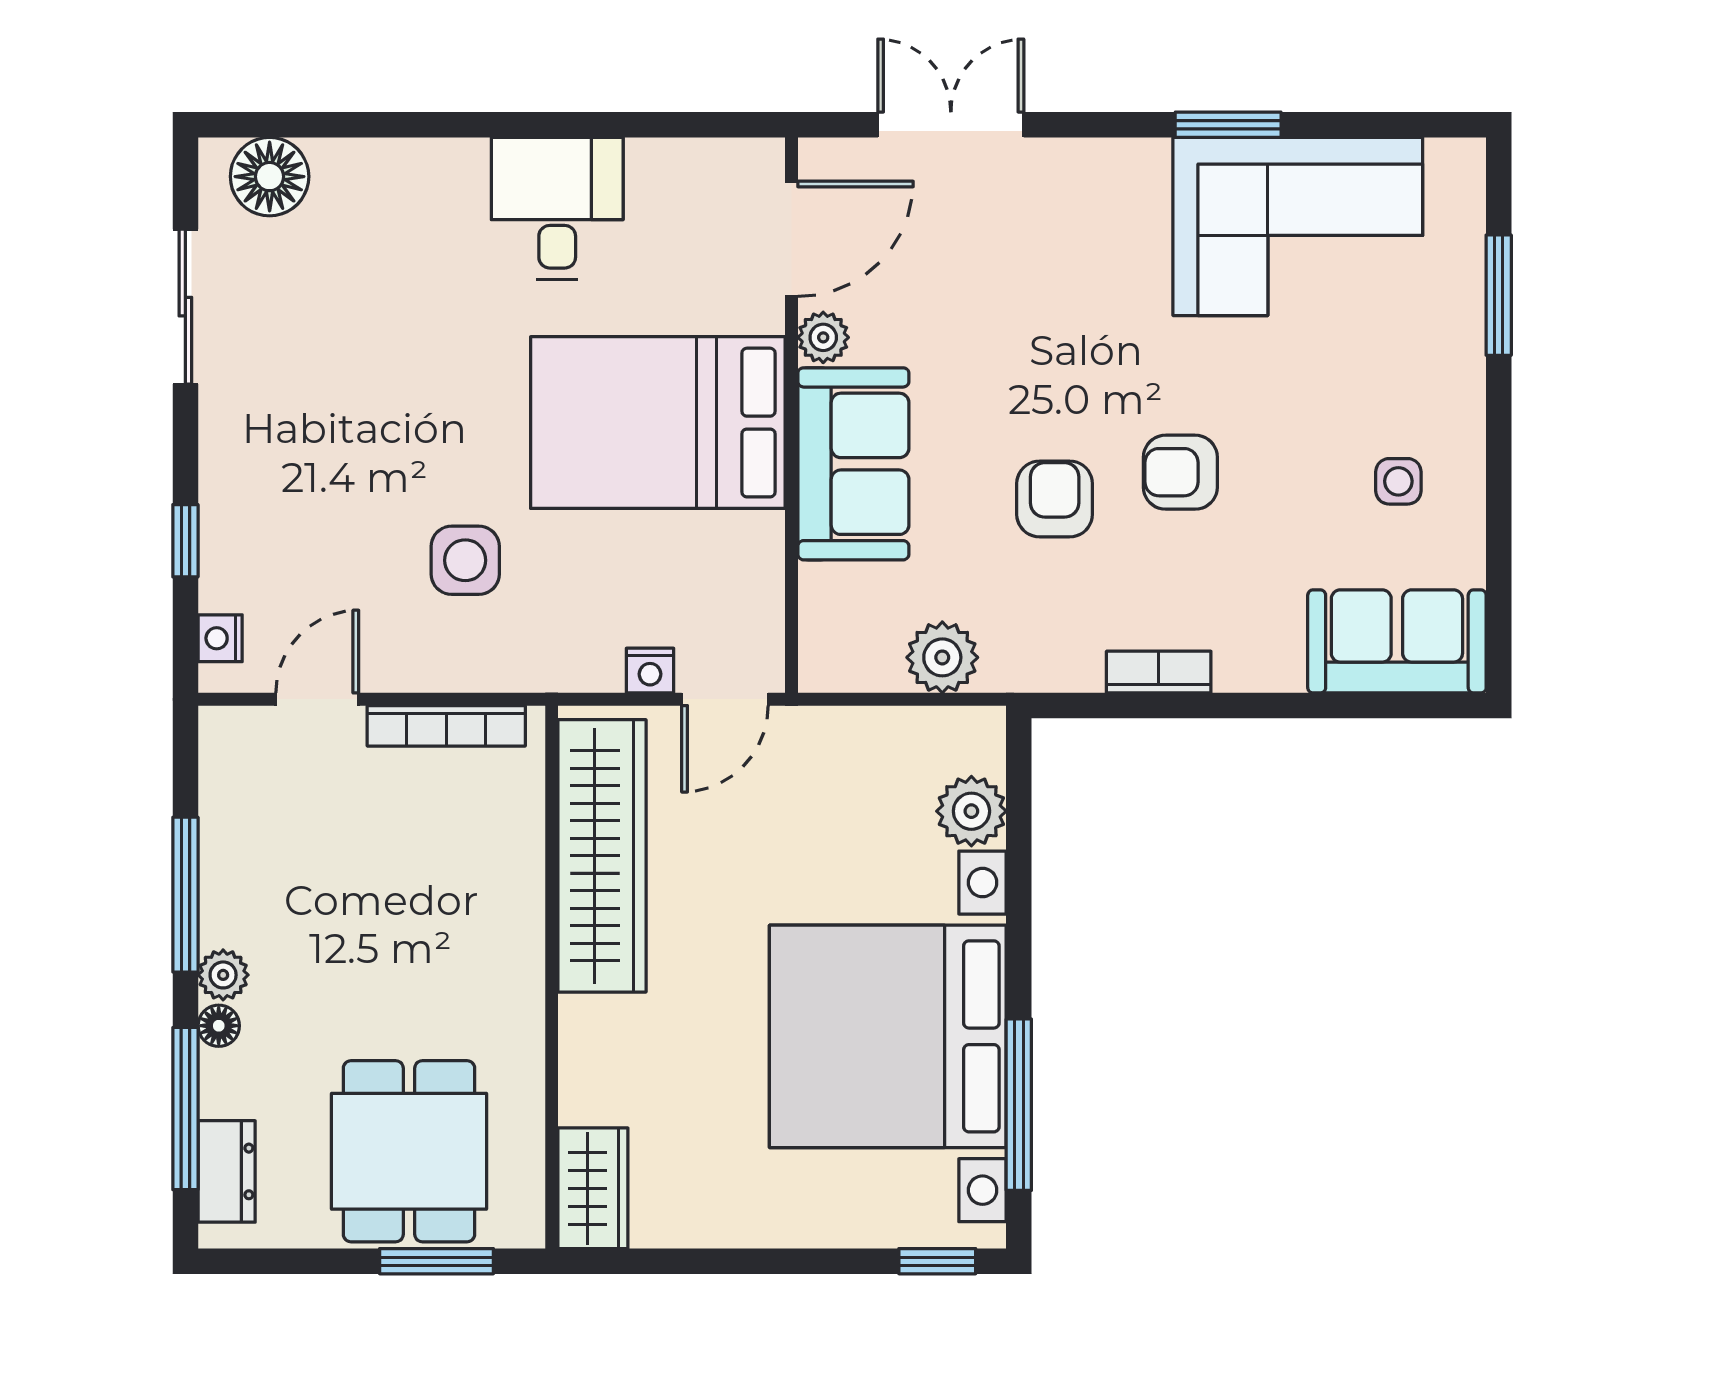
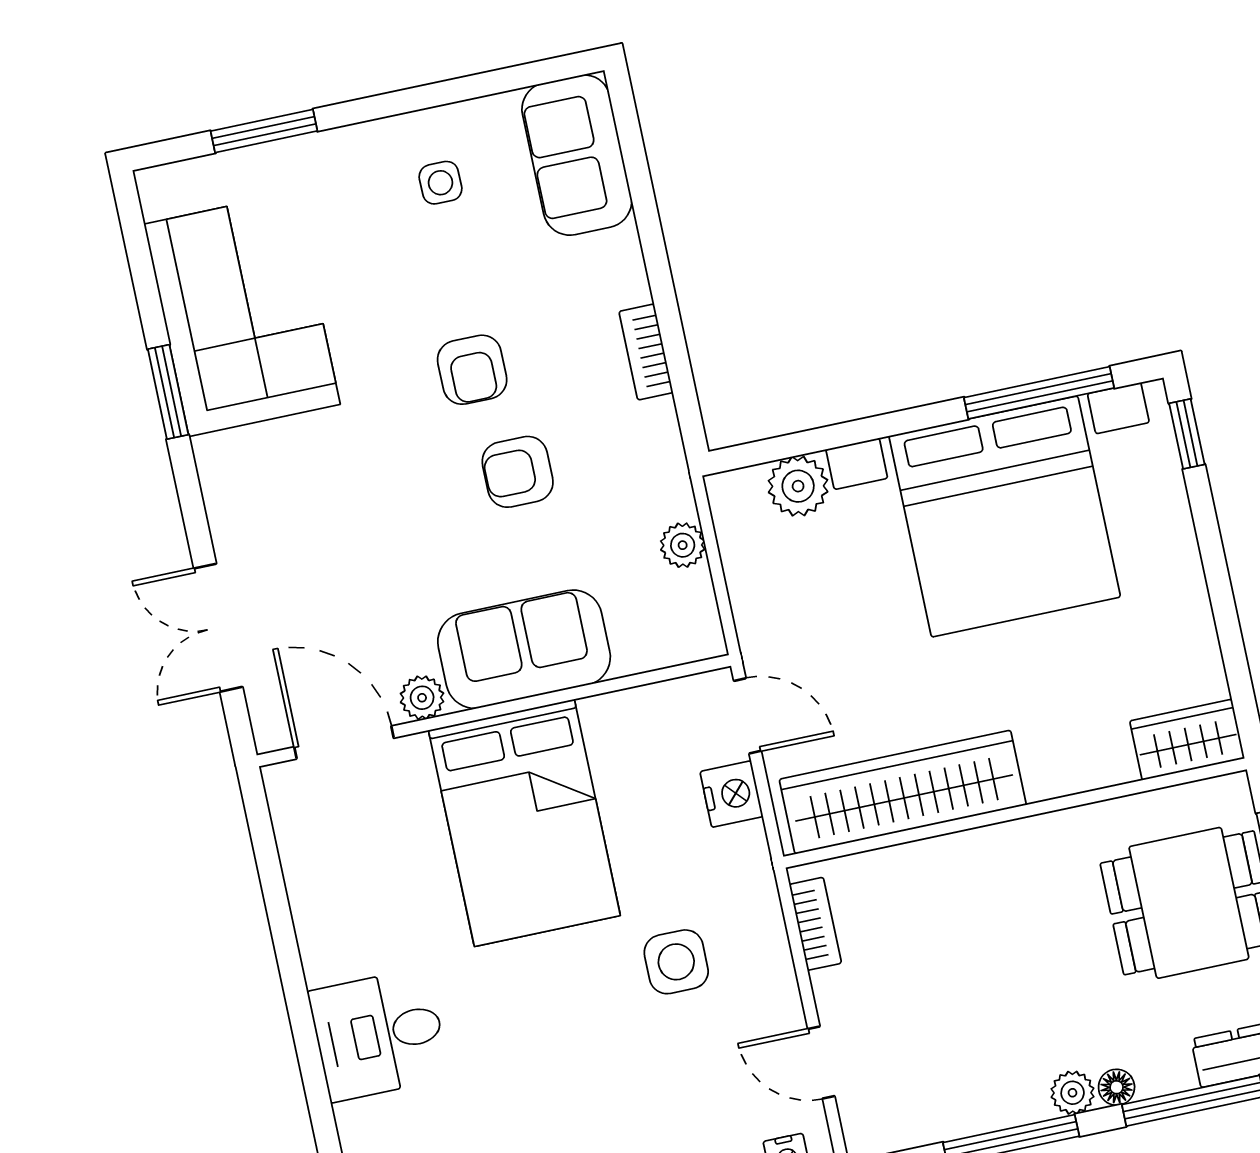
desk: (557, 208) -> (379, 1035), moved
plant: (942, 657) -> (683, 545), width x0.73, depth x0.73
nightstand: (650, 671) -> (732, 794), width x1.39, depth x1.35
bookcase: (446, 726) -> (815, 924), width x0.64

